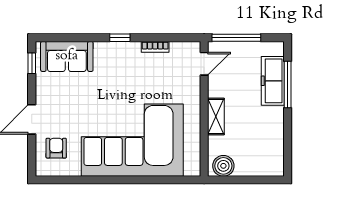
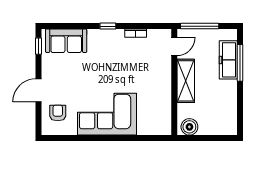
shelving: (216, 117) -> (186, 81), width x1.50, depth x1.33
corner sofa: (132, 140) -> (107, 114), width x0.73, depth x0.74

